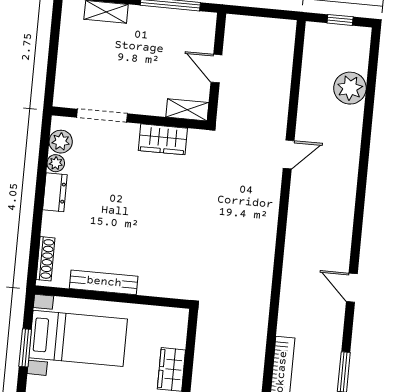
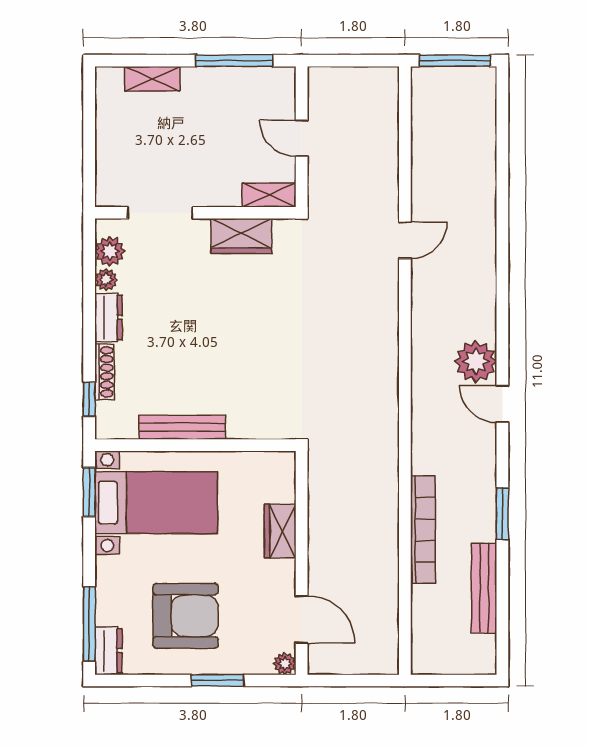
window: (340, 20) -> (455, 61), width x2.17
plant: (350, 88) -> (476, 362), moved
window: (34, 254) -> (89, 399), added
shoe rack: (45, 259) -> (105, 372), moved
window: (25, 348) -> (89, 492), moved

